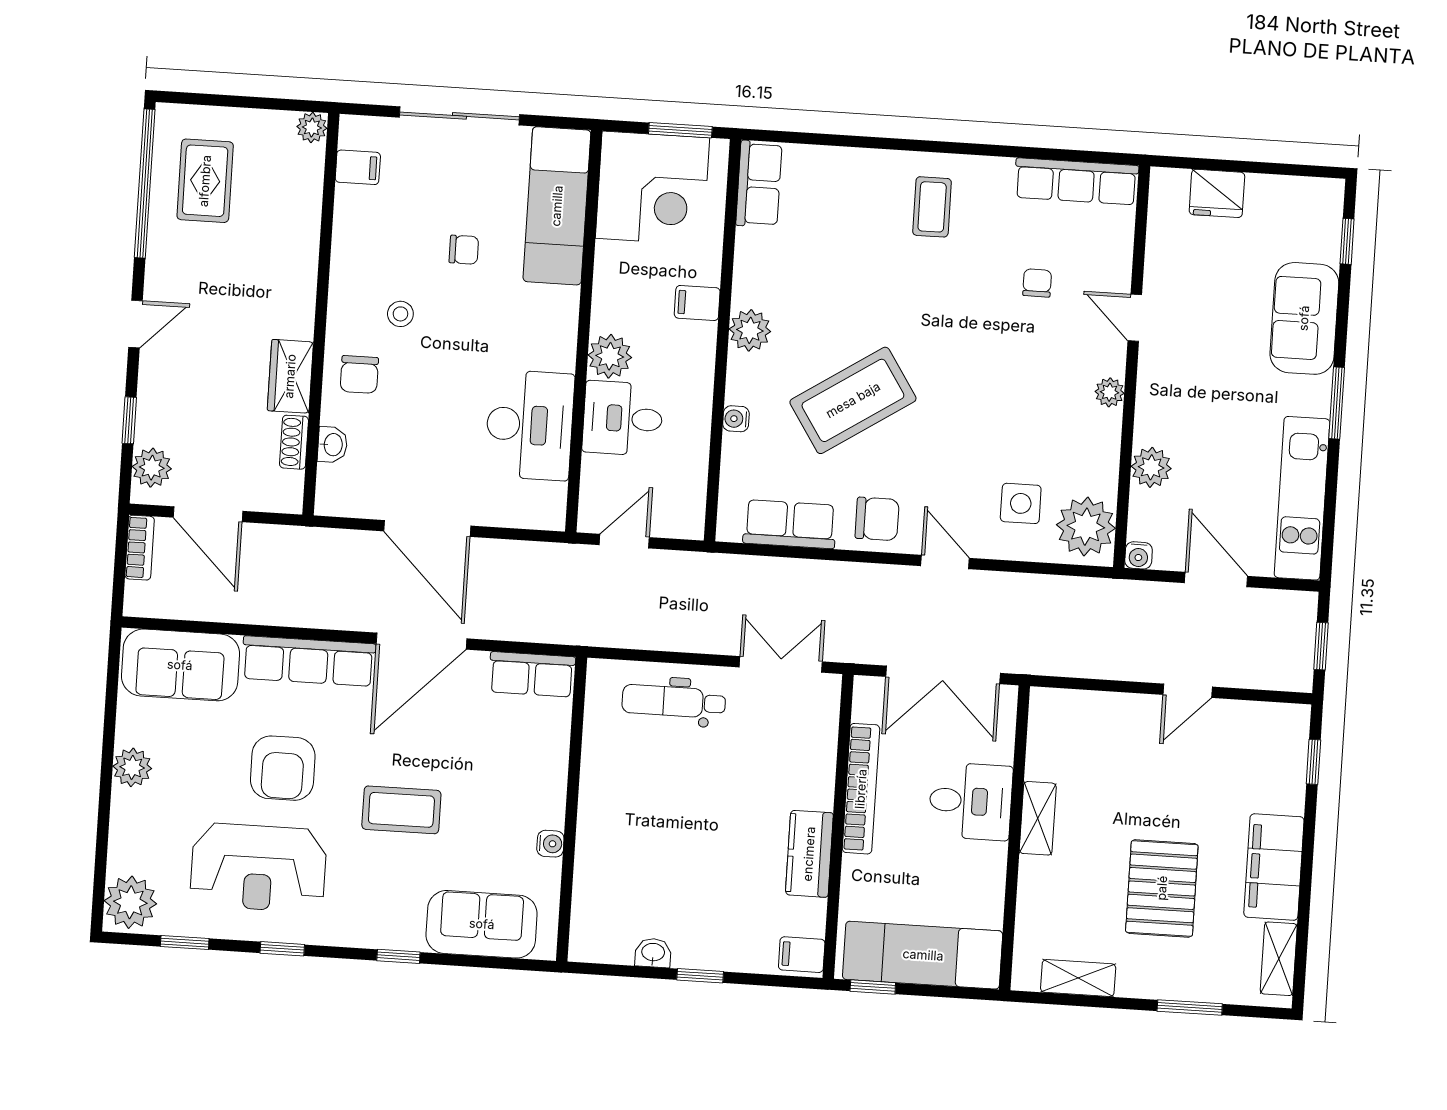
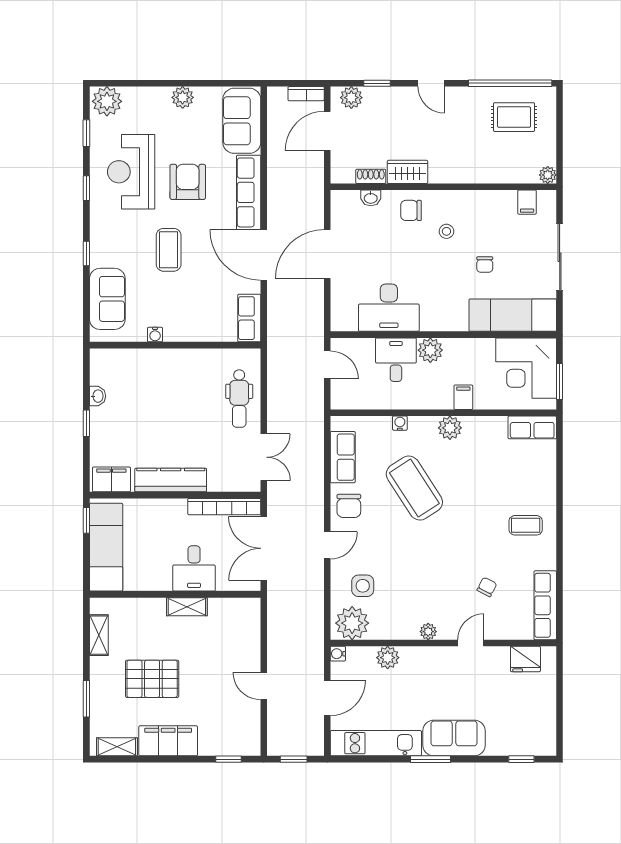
fridge: (1217, 193) -> (525, 659), moved, turned -90
chair: (1037, 283) -> (487, 587), turned -63
sofa: (1304, 318) -> (454, 738), moved
dental chair: (674, 701) -> (239, 399), turned 180
armchair: (283, 768) -> (188, 182), turned 90
bookcase: (861, 789) -> (224, 507), moved
kitchen counter: (809, 854) -> (171, 480), width x1.50
filing cabinet: (802, 955) -> (111, 479), width x2.00

